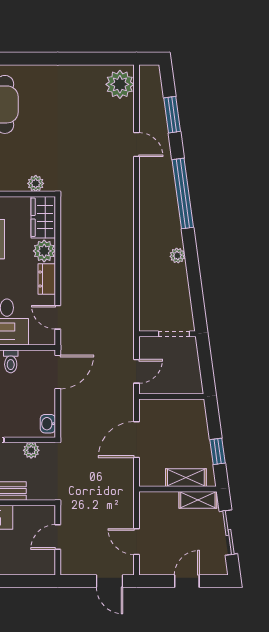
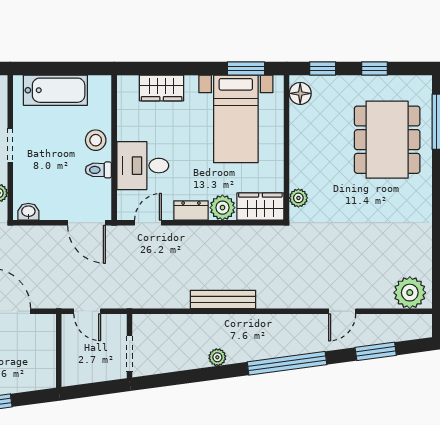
bench: (126, 251) -> (223, 299), added

